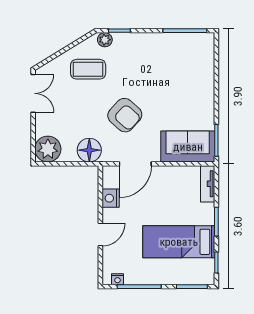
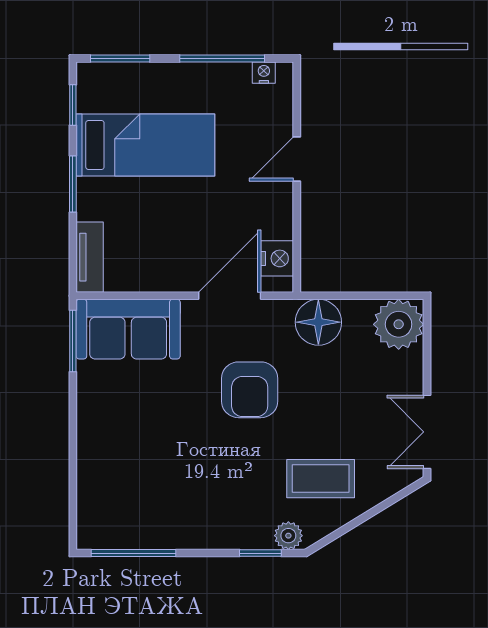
armchair: (125, 115) -> (250, 390), turned -132
nightstand: (111, 198) -> (277, 258), moved

